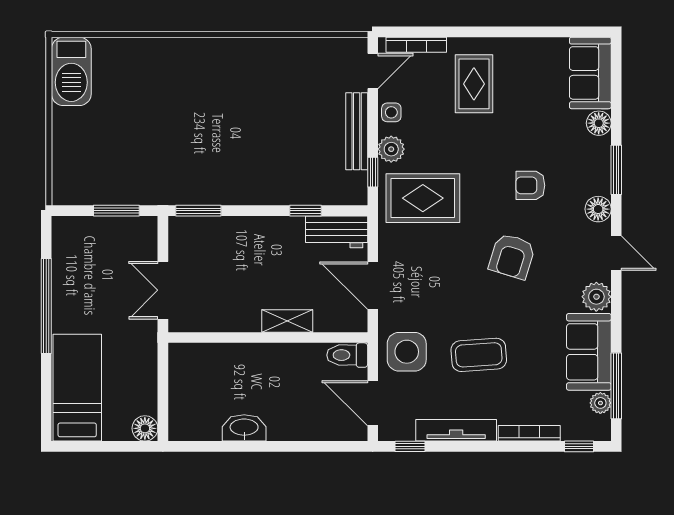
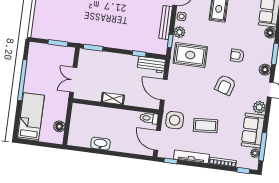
shelving: (287, 321) -> (113, 99), moved
floor lamp: (145, 428) -> (59, 126), moved

